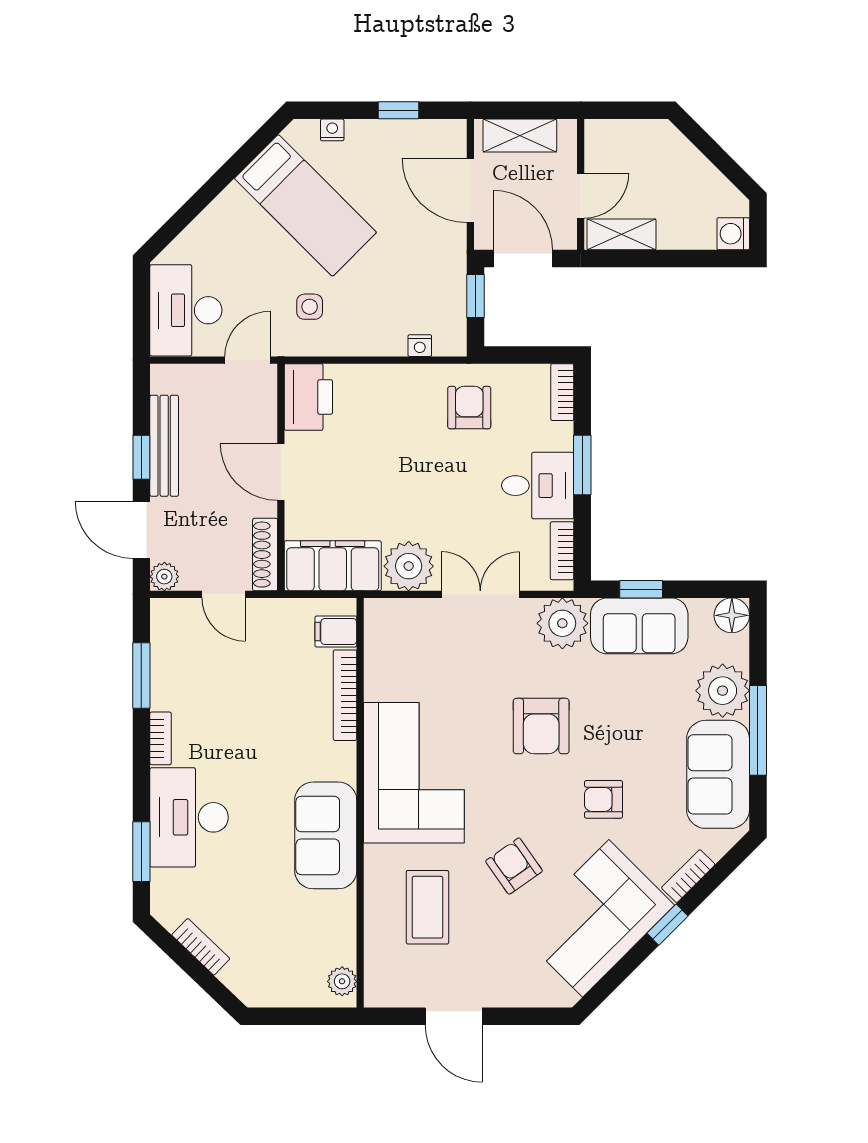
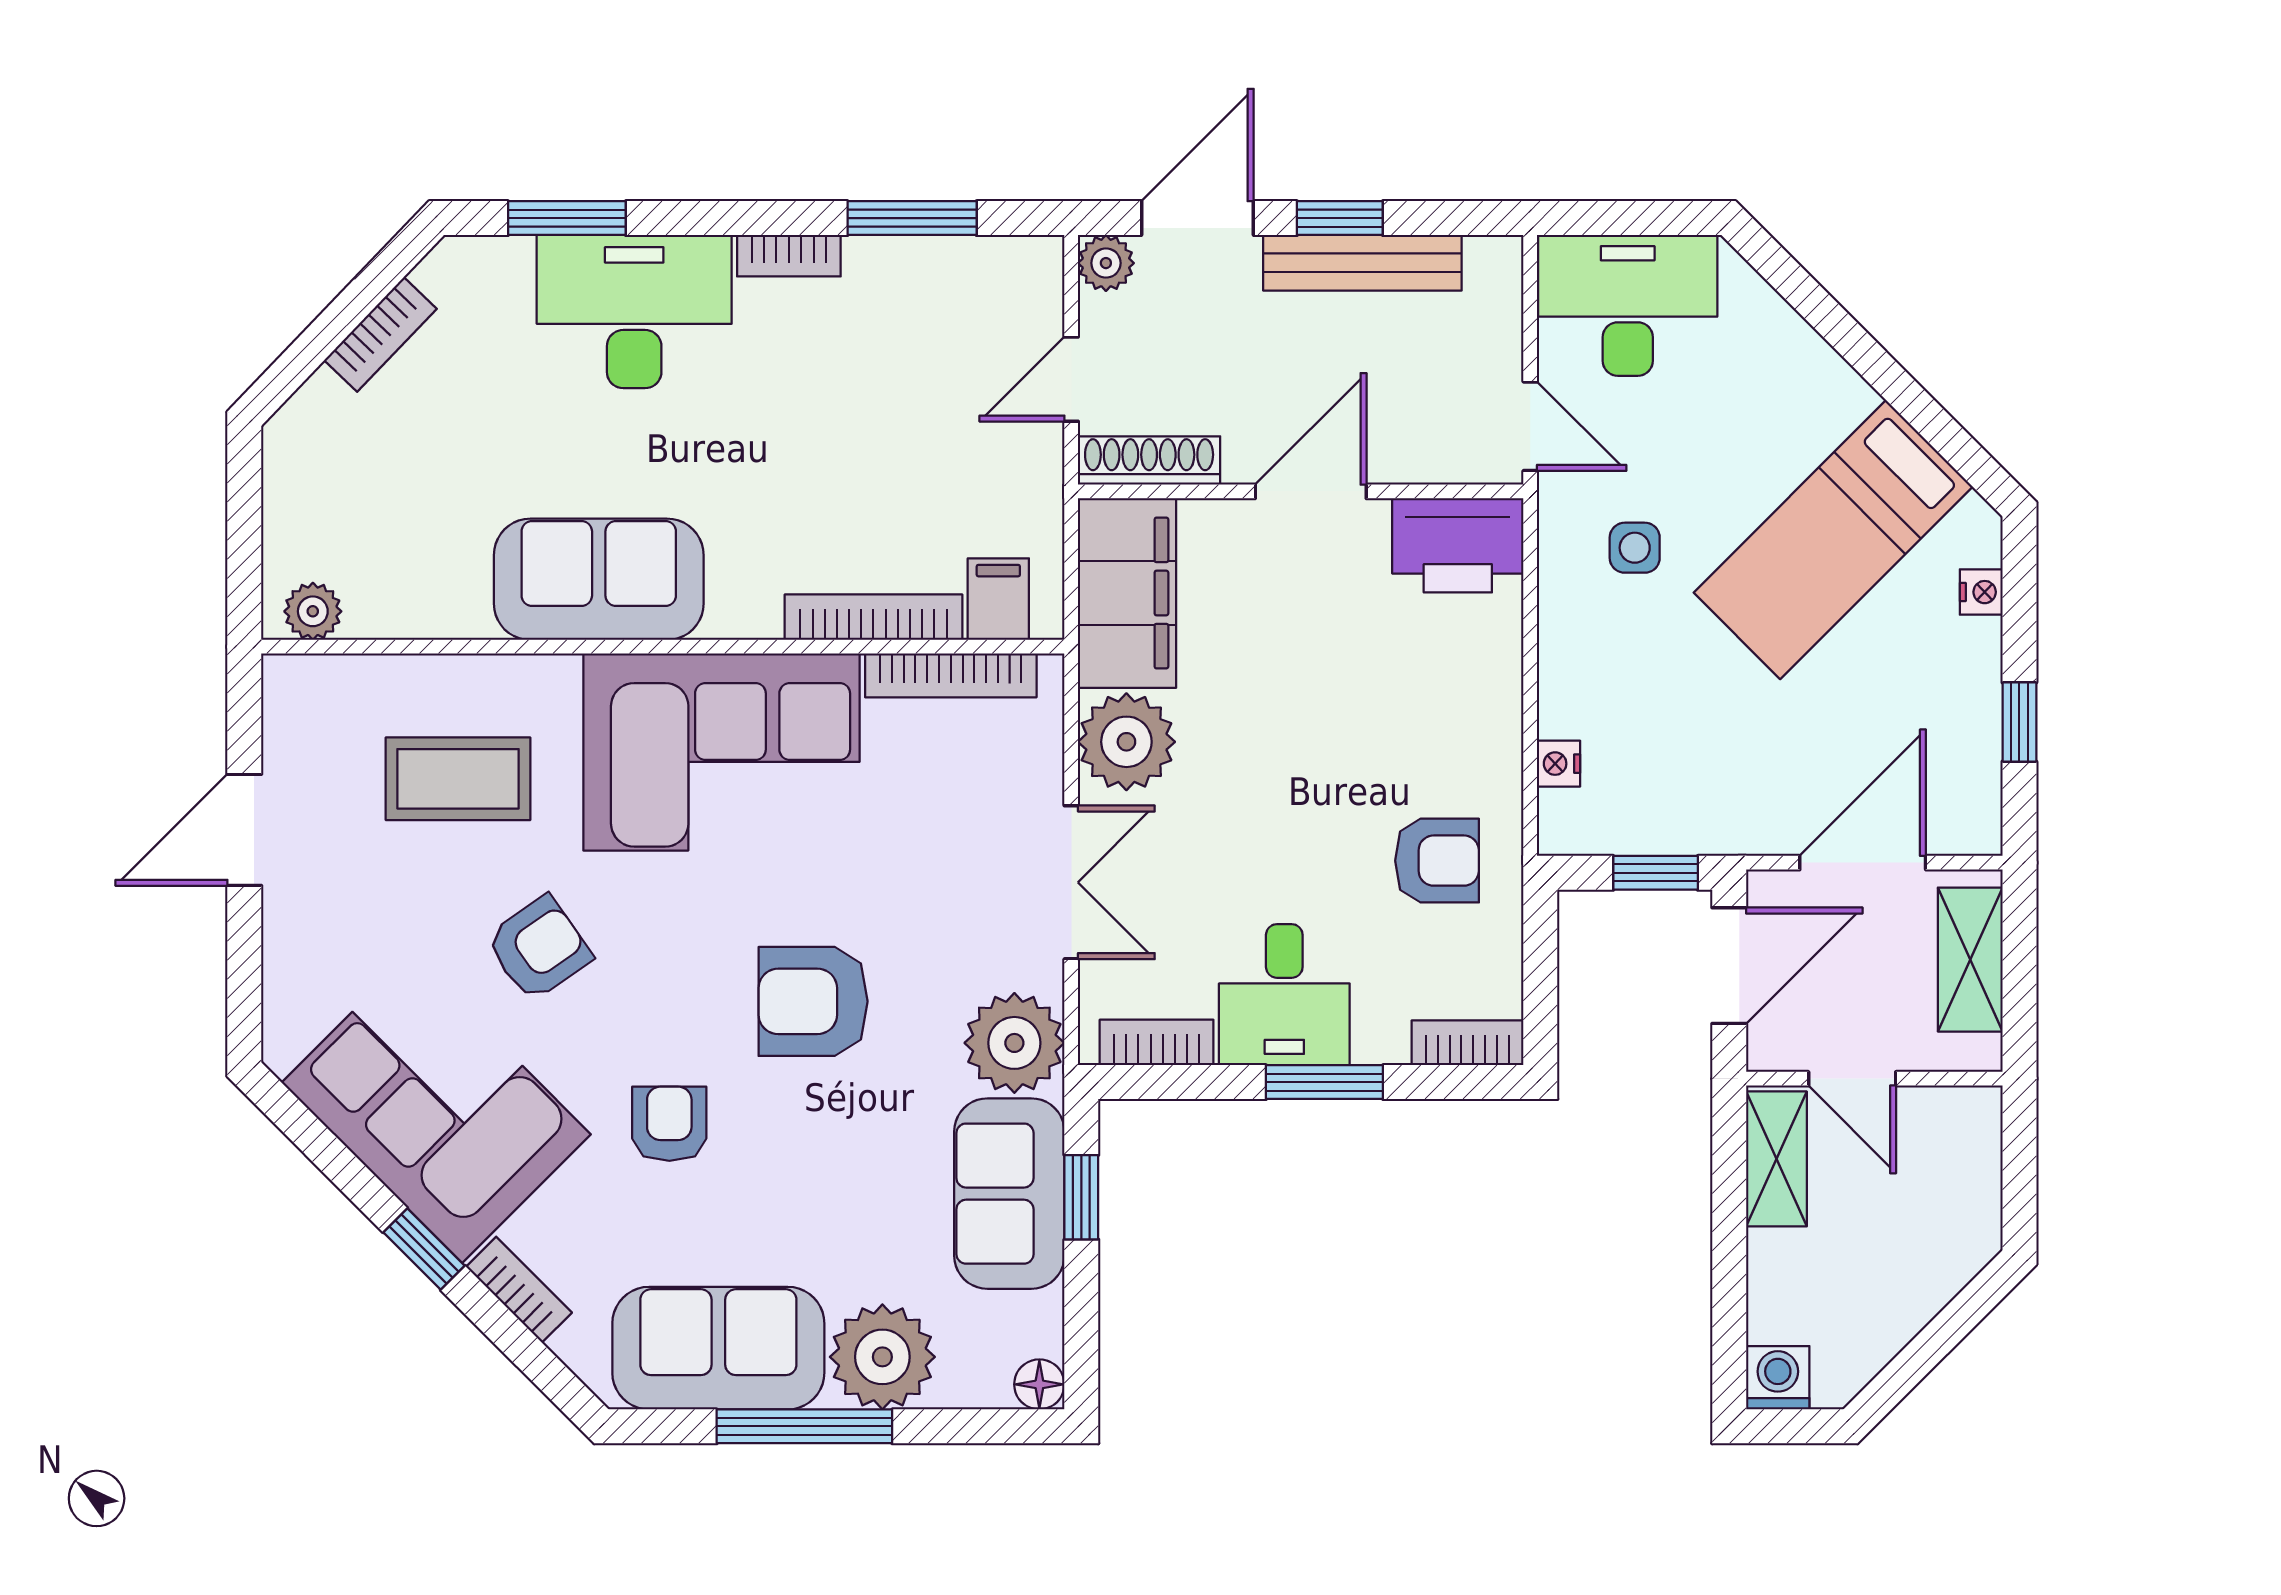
floor lamp: (732, 615) -> (1039, 1384), width x0.73, depth x0.73
bookcase: (375, 656) -> (951, 675), added

